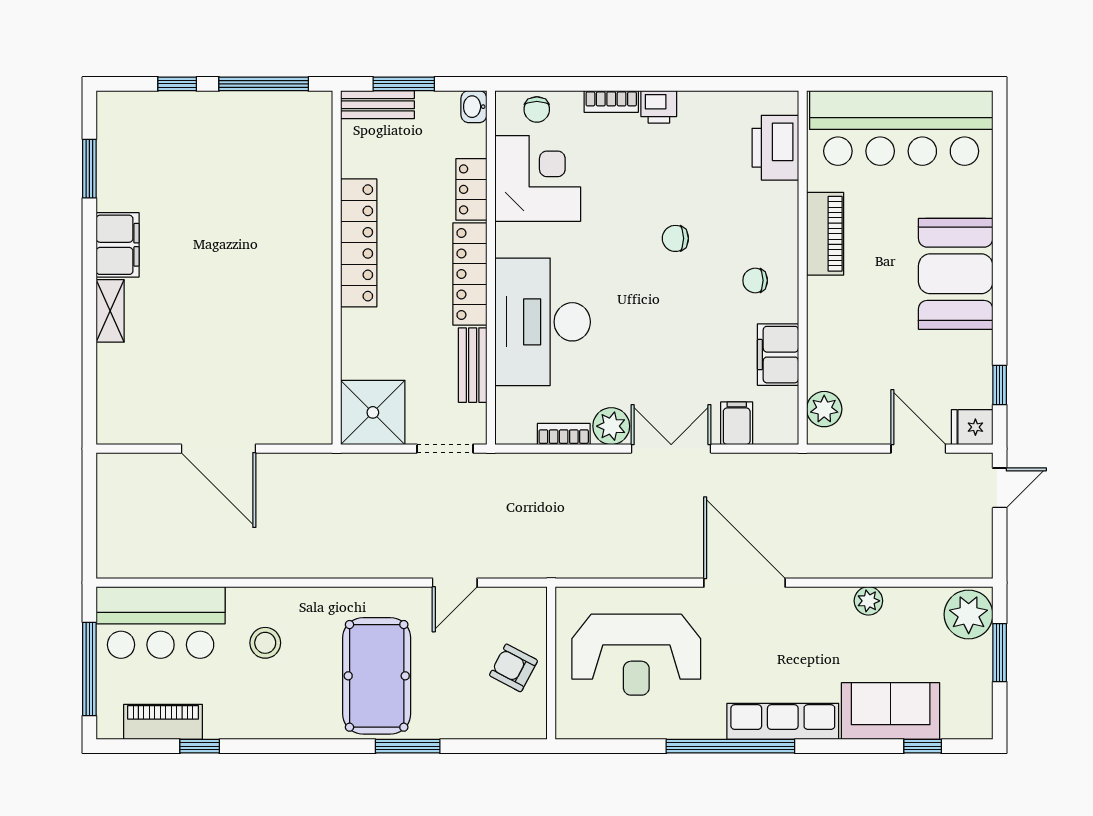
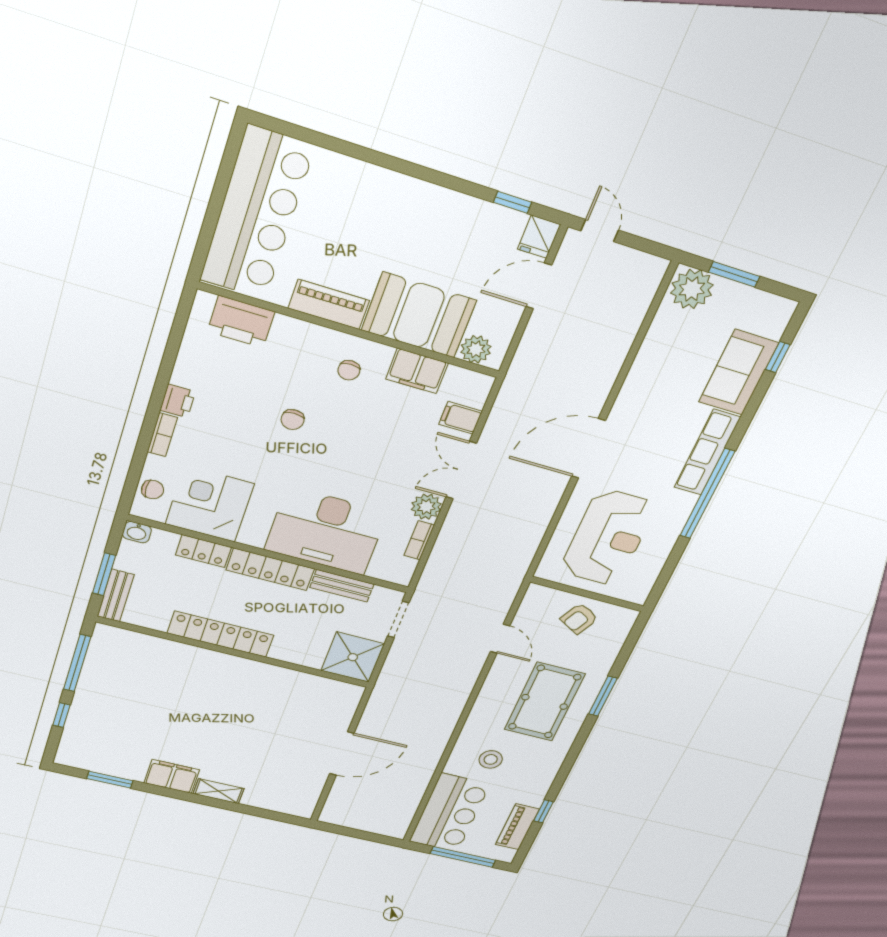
booth: (956, 274) -> (419, 315), moved
plant: (868, 601) -> (645, 363), removed
pool table: (377, 676) -> (545, 702), turned 90

